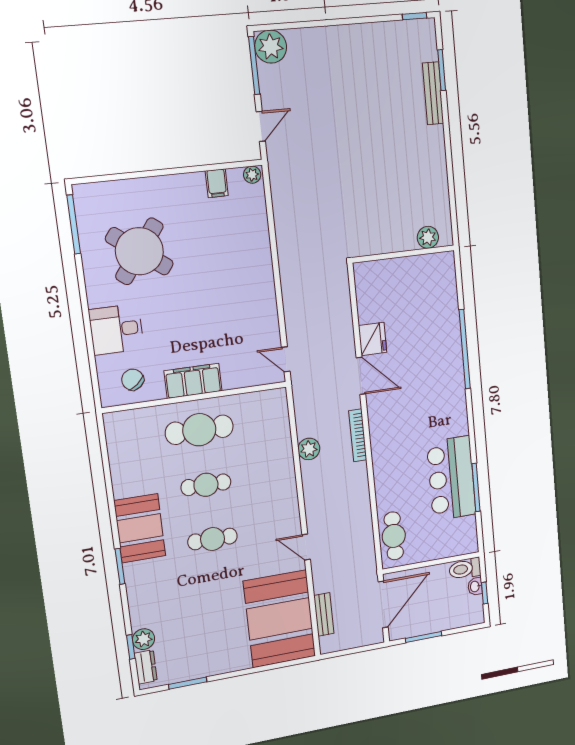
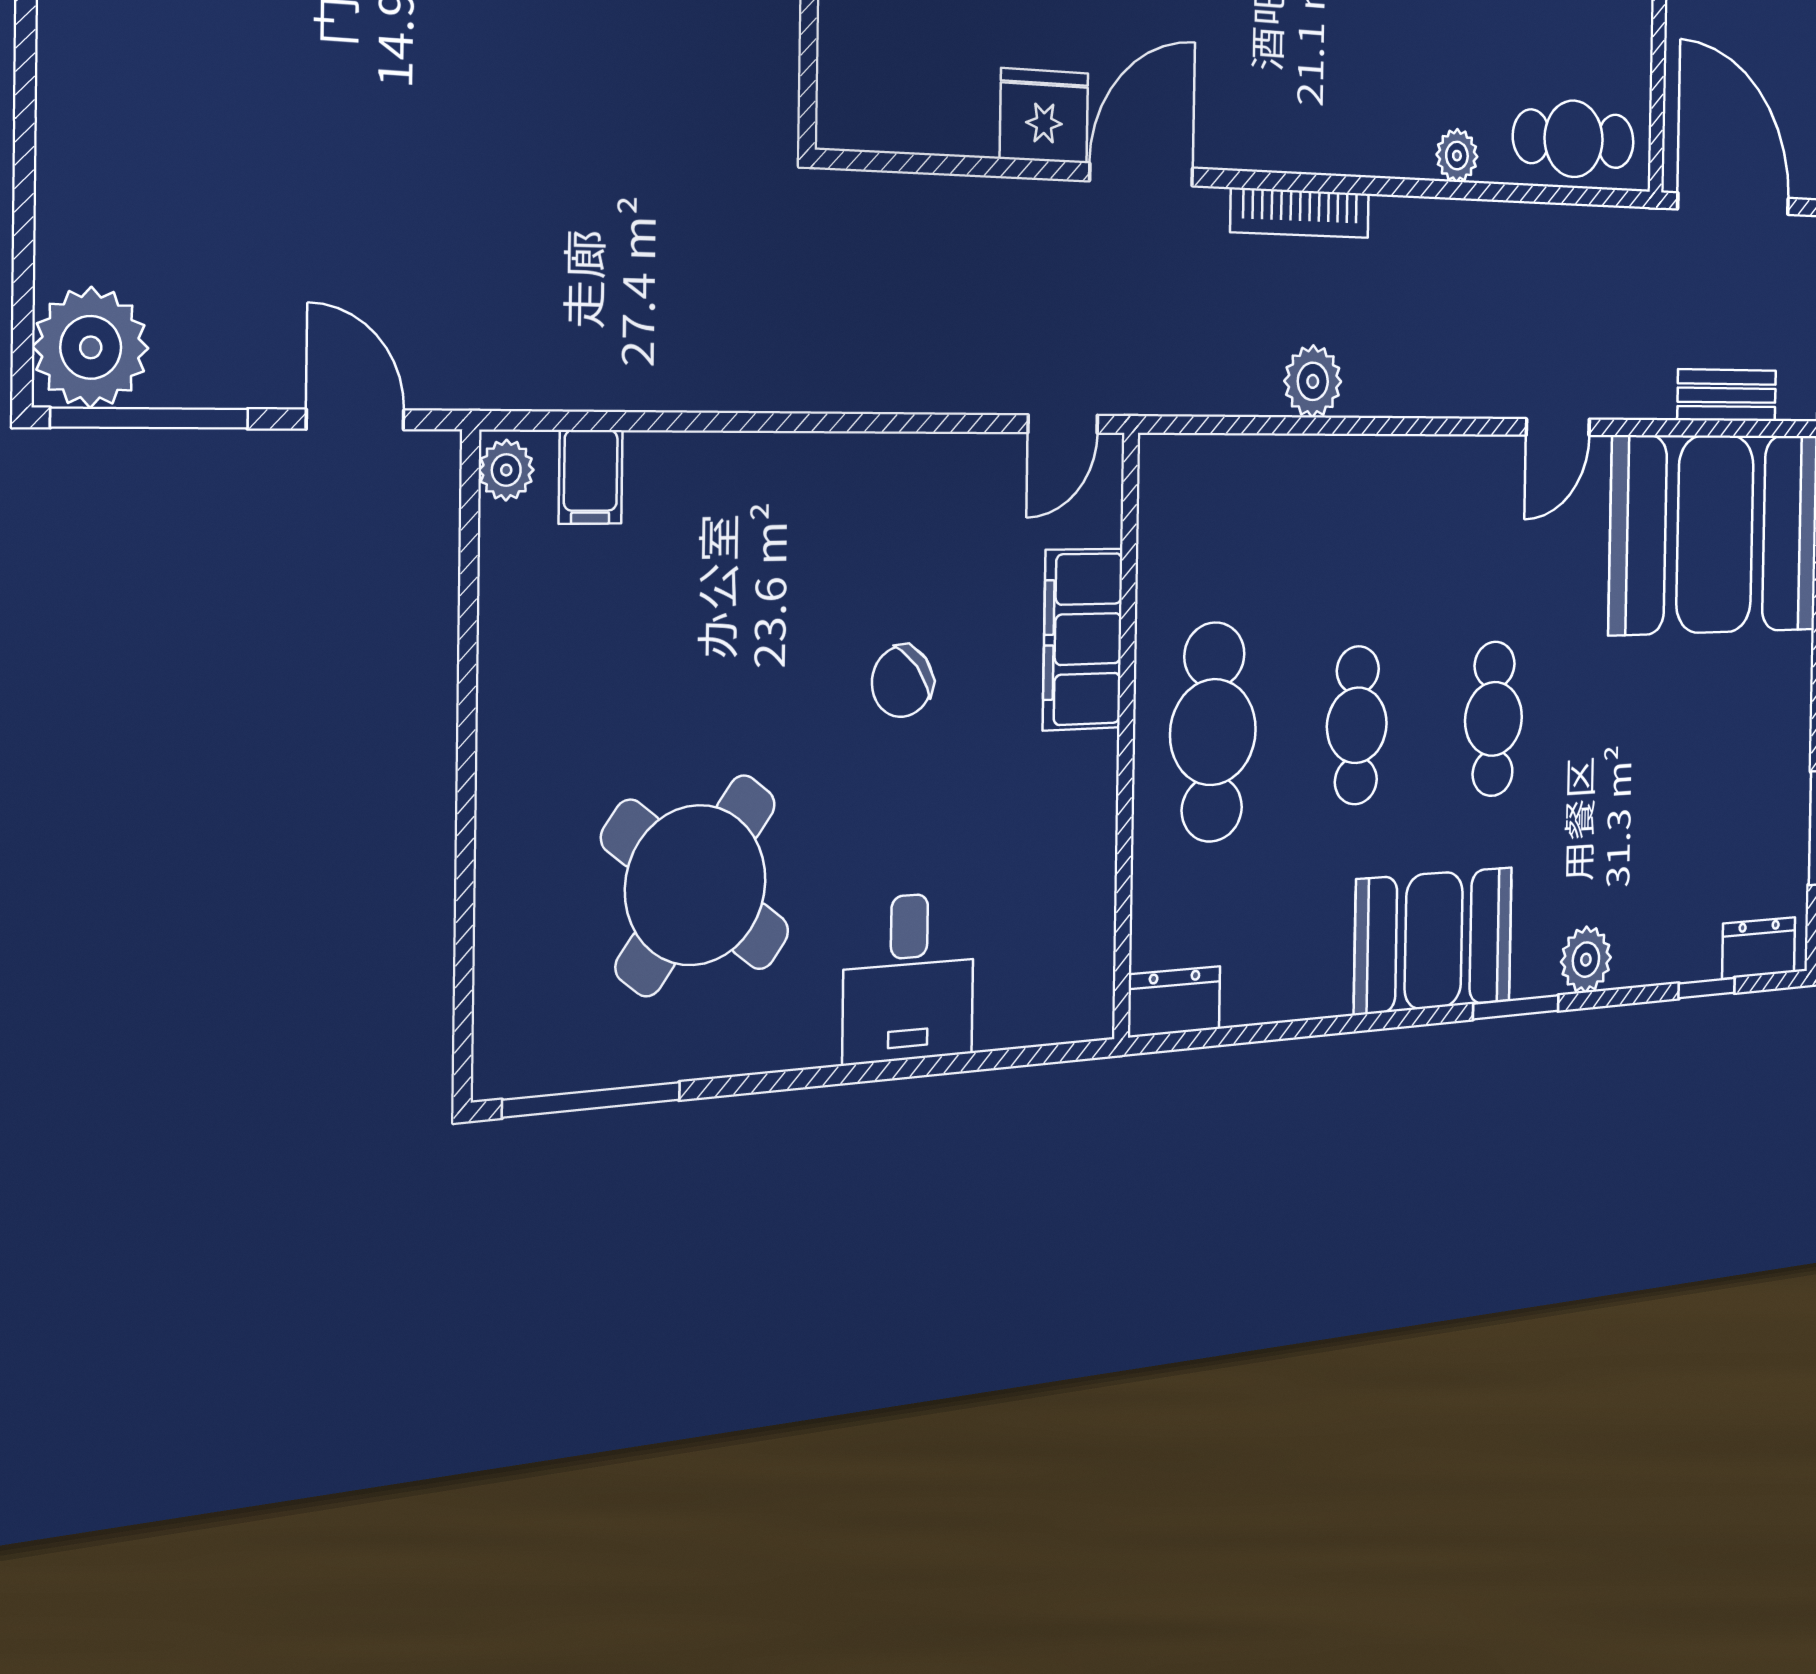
filing cabinet: (217, 183) -> (591, 477), moved, turned 90
chair: (133, 380) -> (902, 681), moved
filing cabinet: (193, 381) -> (1083, 639), moved
dresser: (114, 429) -> (1174, 1002), added
plant: (382, 491) -> (1457, 156), added
plant: (144, 639) -> (1586, 960), moved

